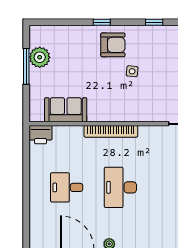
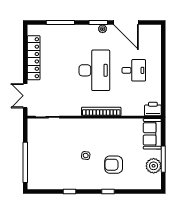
armchair: (113, 45) -> (114, 165), moved
sofa: (66, 110) -> (152, 134), moved, turned 90
desk: (120, 187) -> (94, 70), width x1.36, depth x1.30

